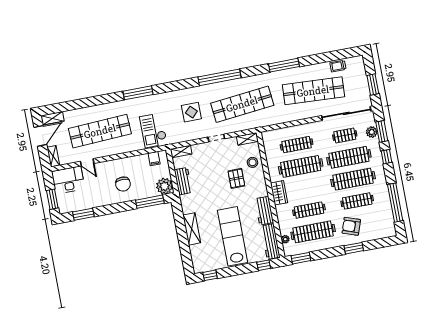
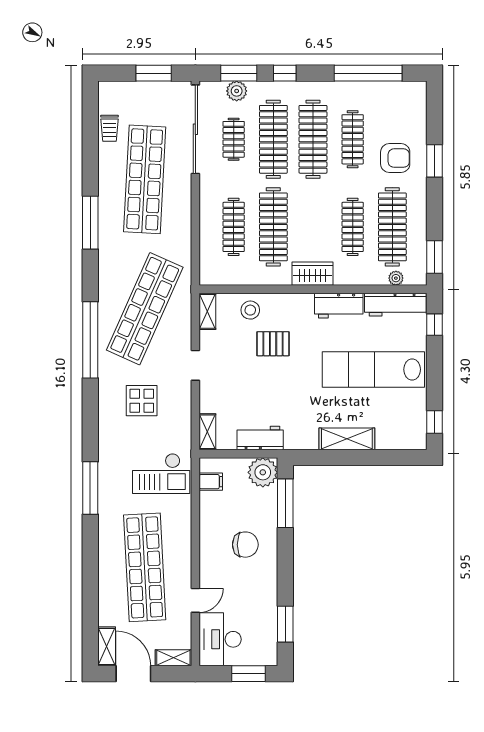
shop shelf: (242, 104) -> (145, 309), turned 30
armchair: (351, 226) -> (395, 158), turned -109

